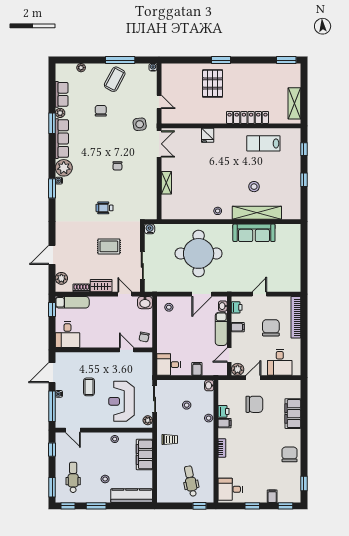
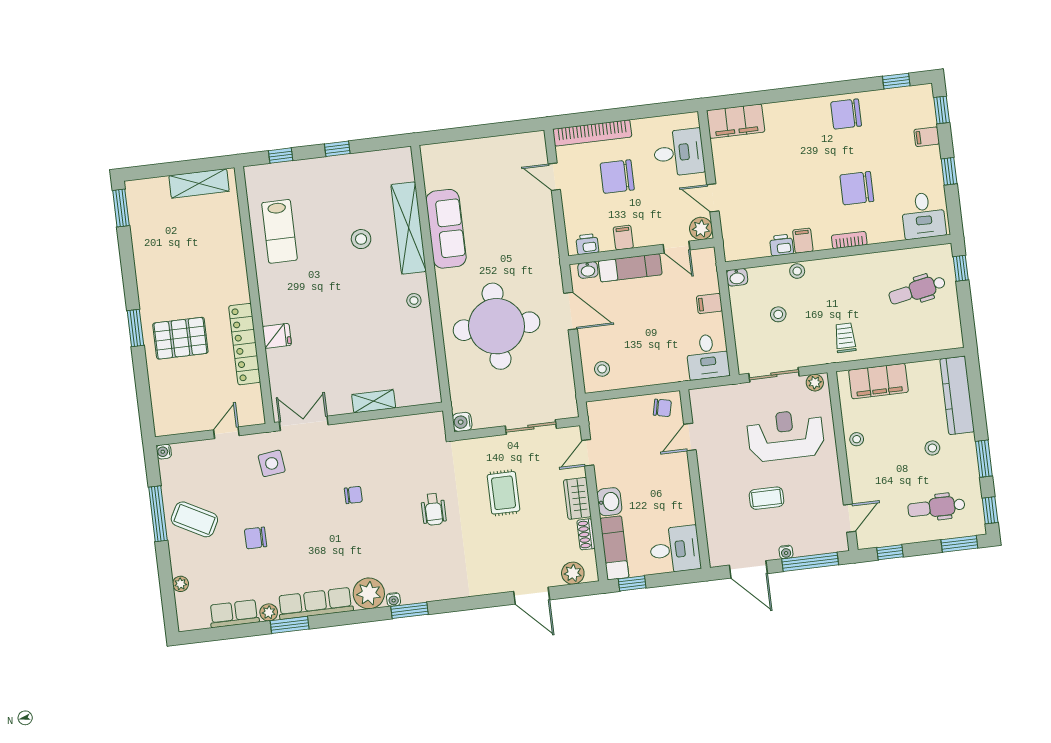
locker: (248, 117) -> (245, 344), moved
door: (259, 294) -> (554, 177), moved
washbasin: (145, 303) -> (609, 502), moved
reception desk: (121, 401) -> (786, 435), turned 180
chair: (254, 404) -> (857, 188), moved, turned -90
filing cabinet: (293, 414) -> (736, 121), moved

